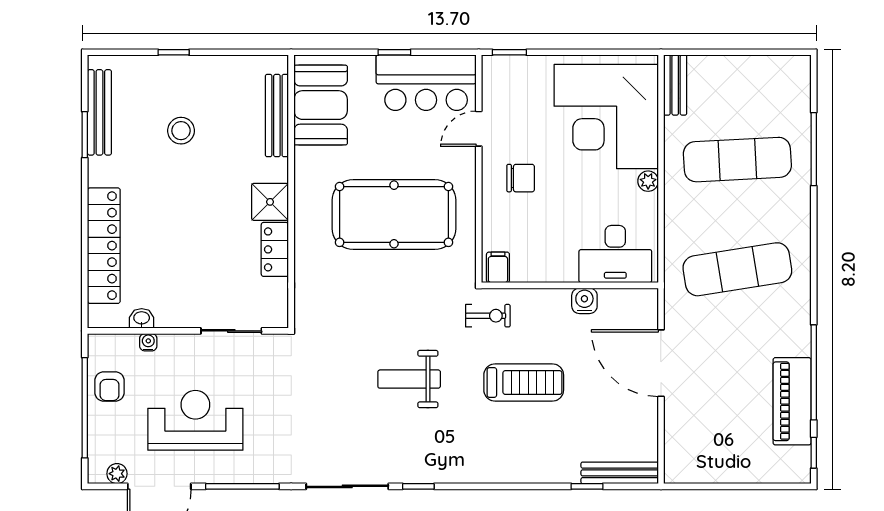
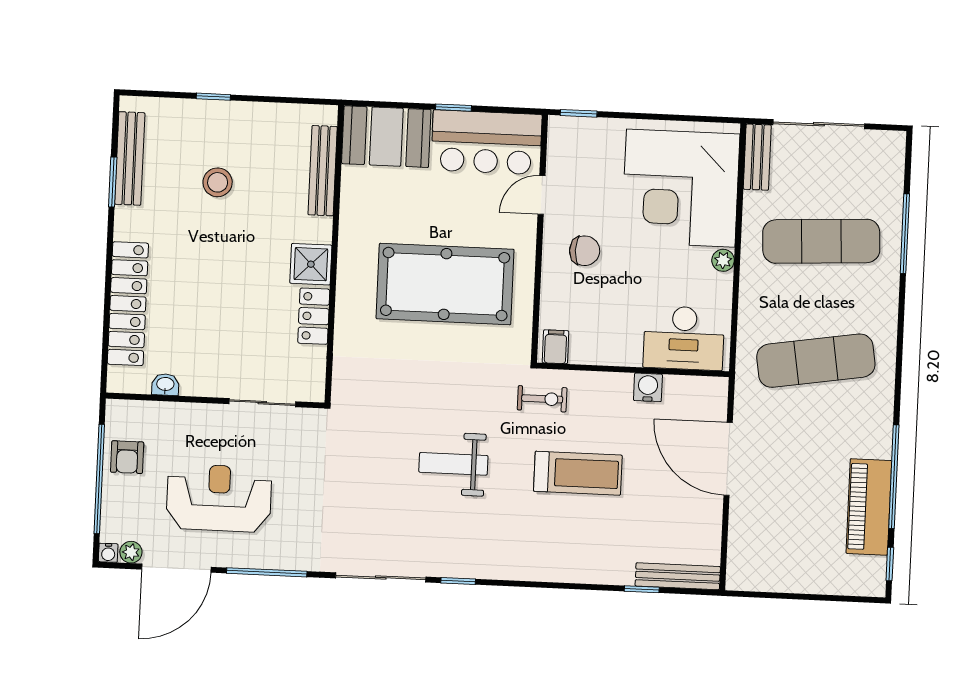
sliding door: (730, 52) -> (819, 124), added
booth: (321, 105) -> (386, 137), moved, turned 90
water cooler: (148, 342) -> (108, 553), moved, turned 180

